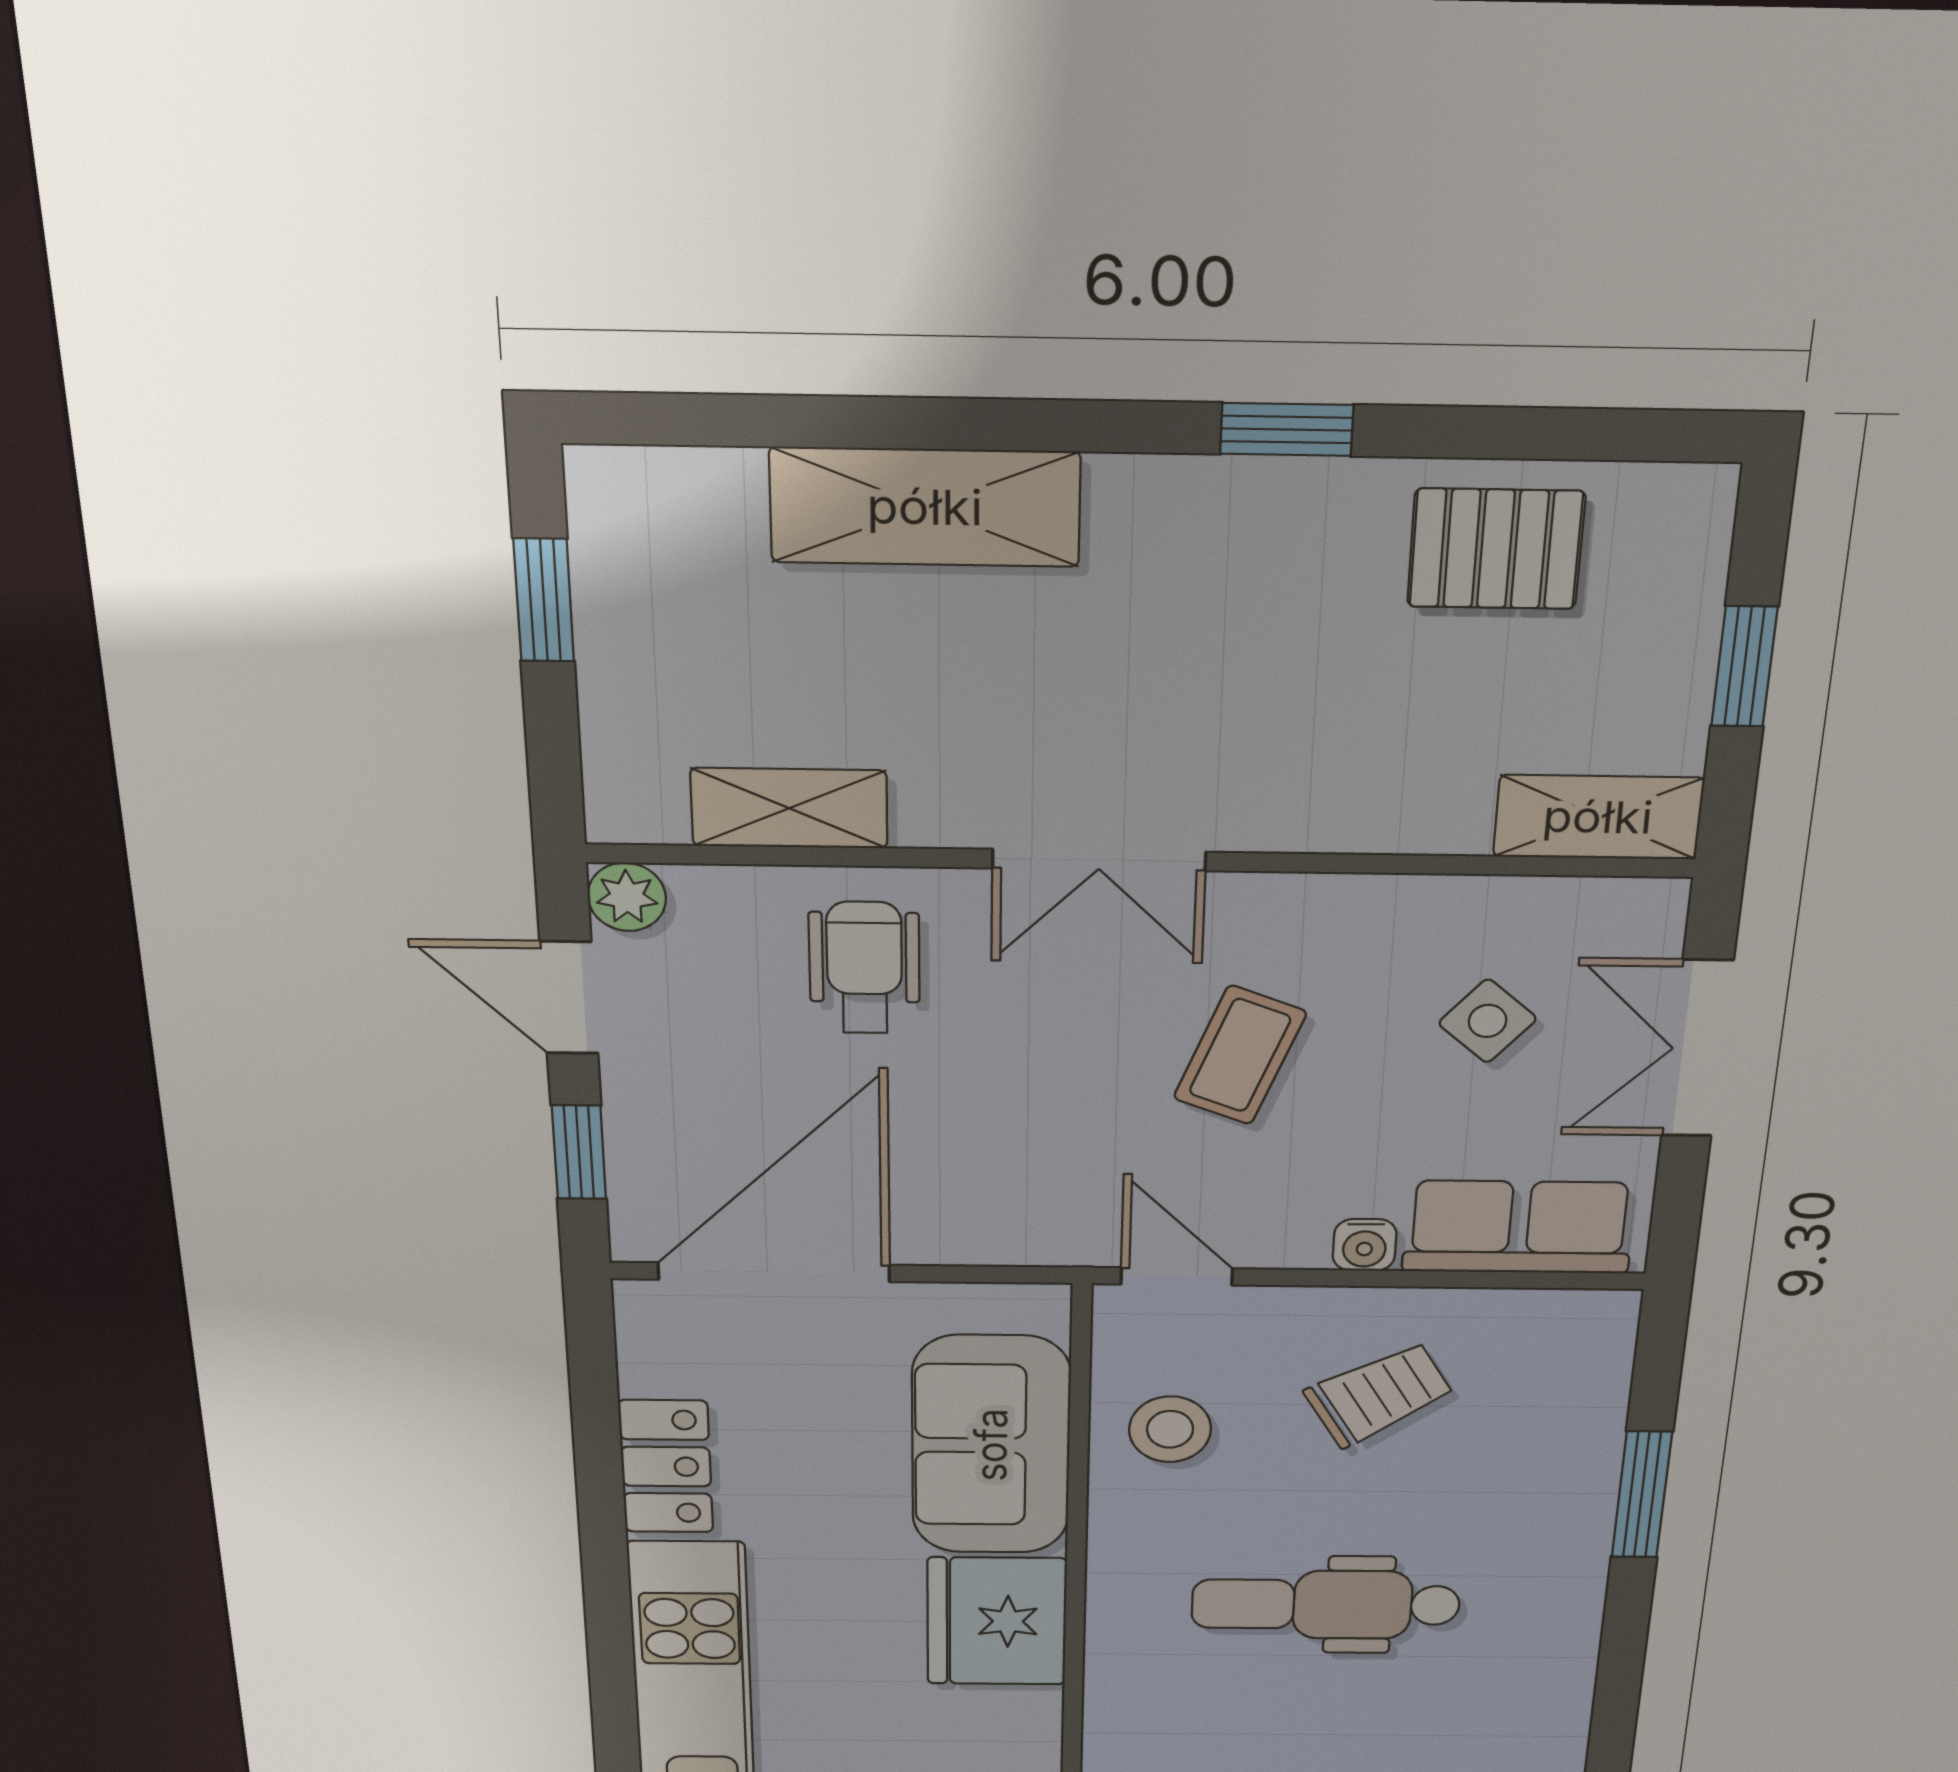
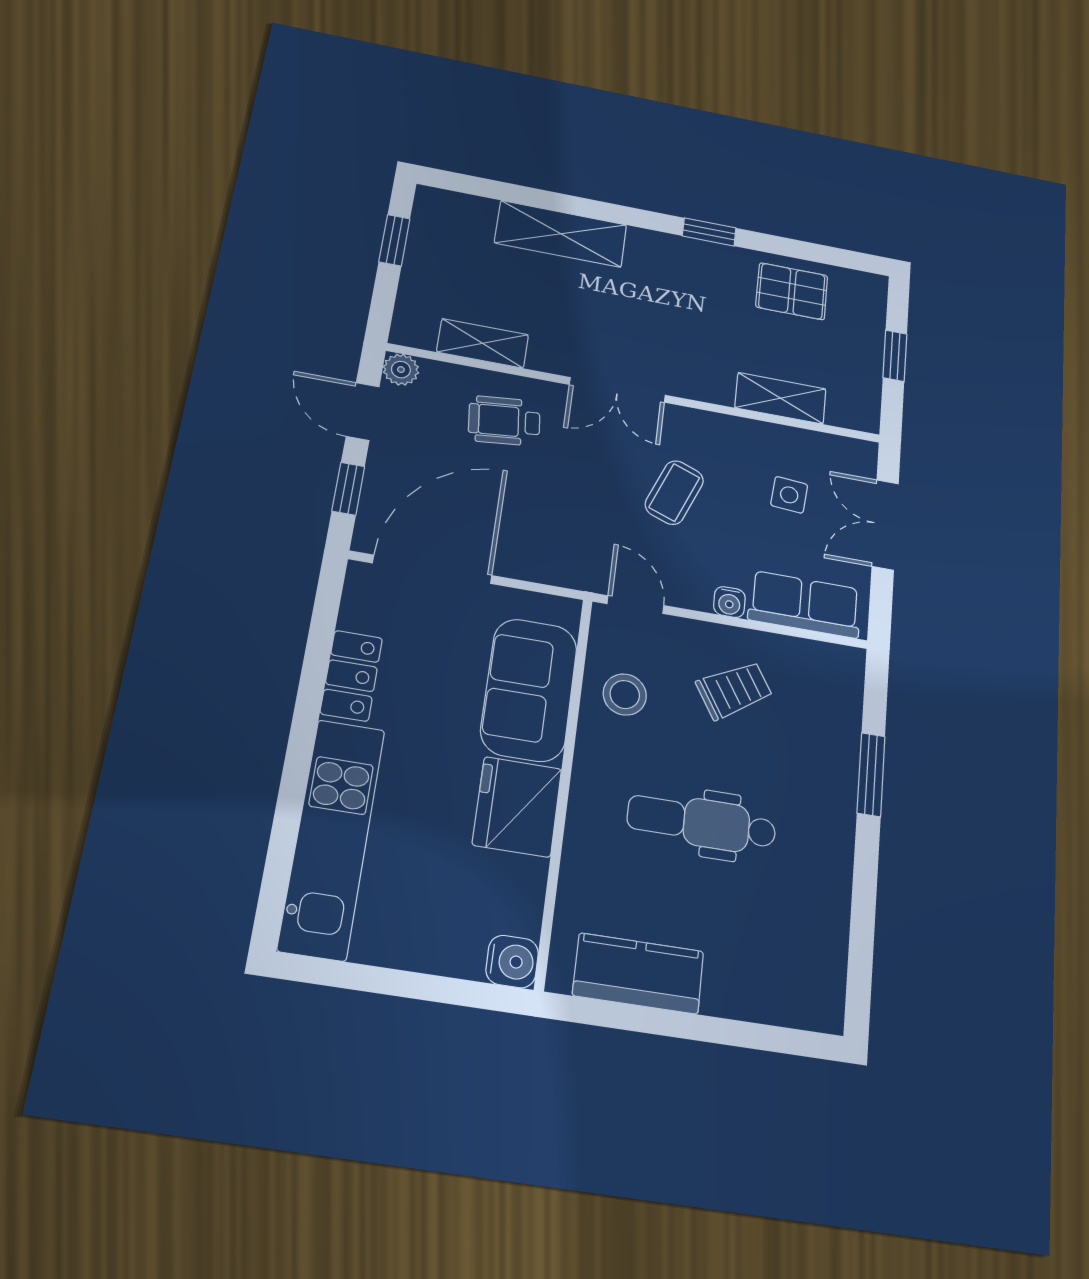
shelving: (1598, 817) -> (781, 398), moved
wheelchair: (864, 968) -> (504, 421), turned -96
side table: (1488, 1021) -> (789, 495), turned -36

